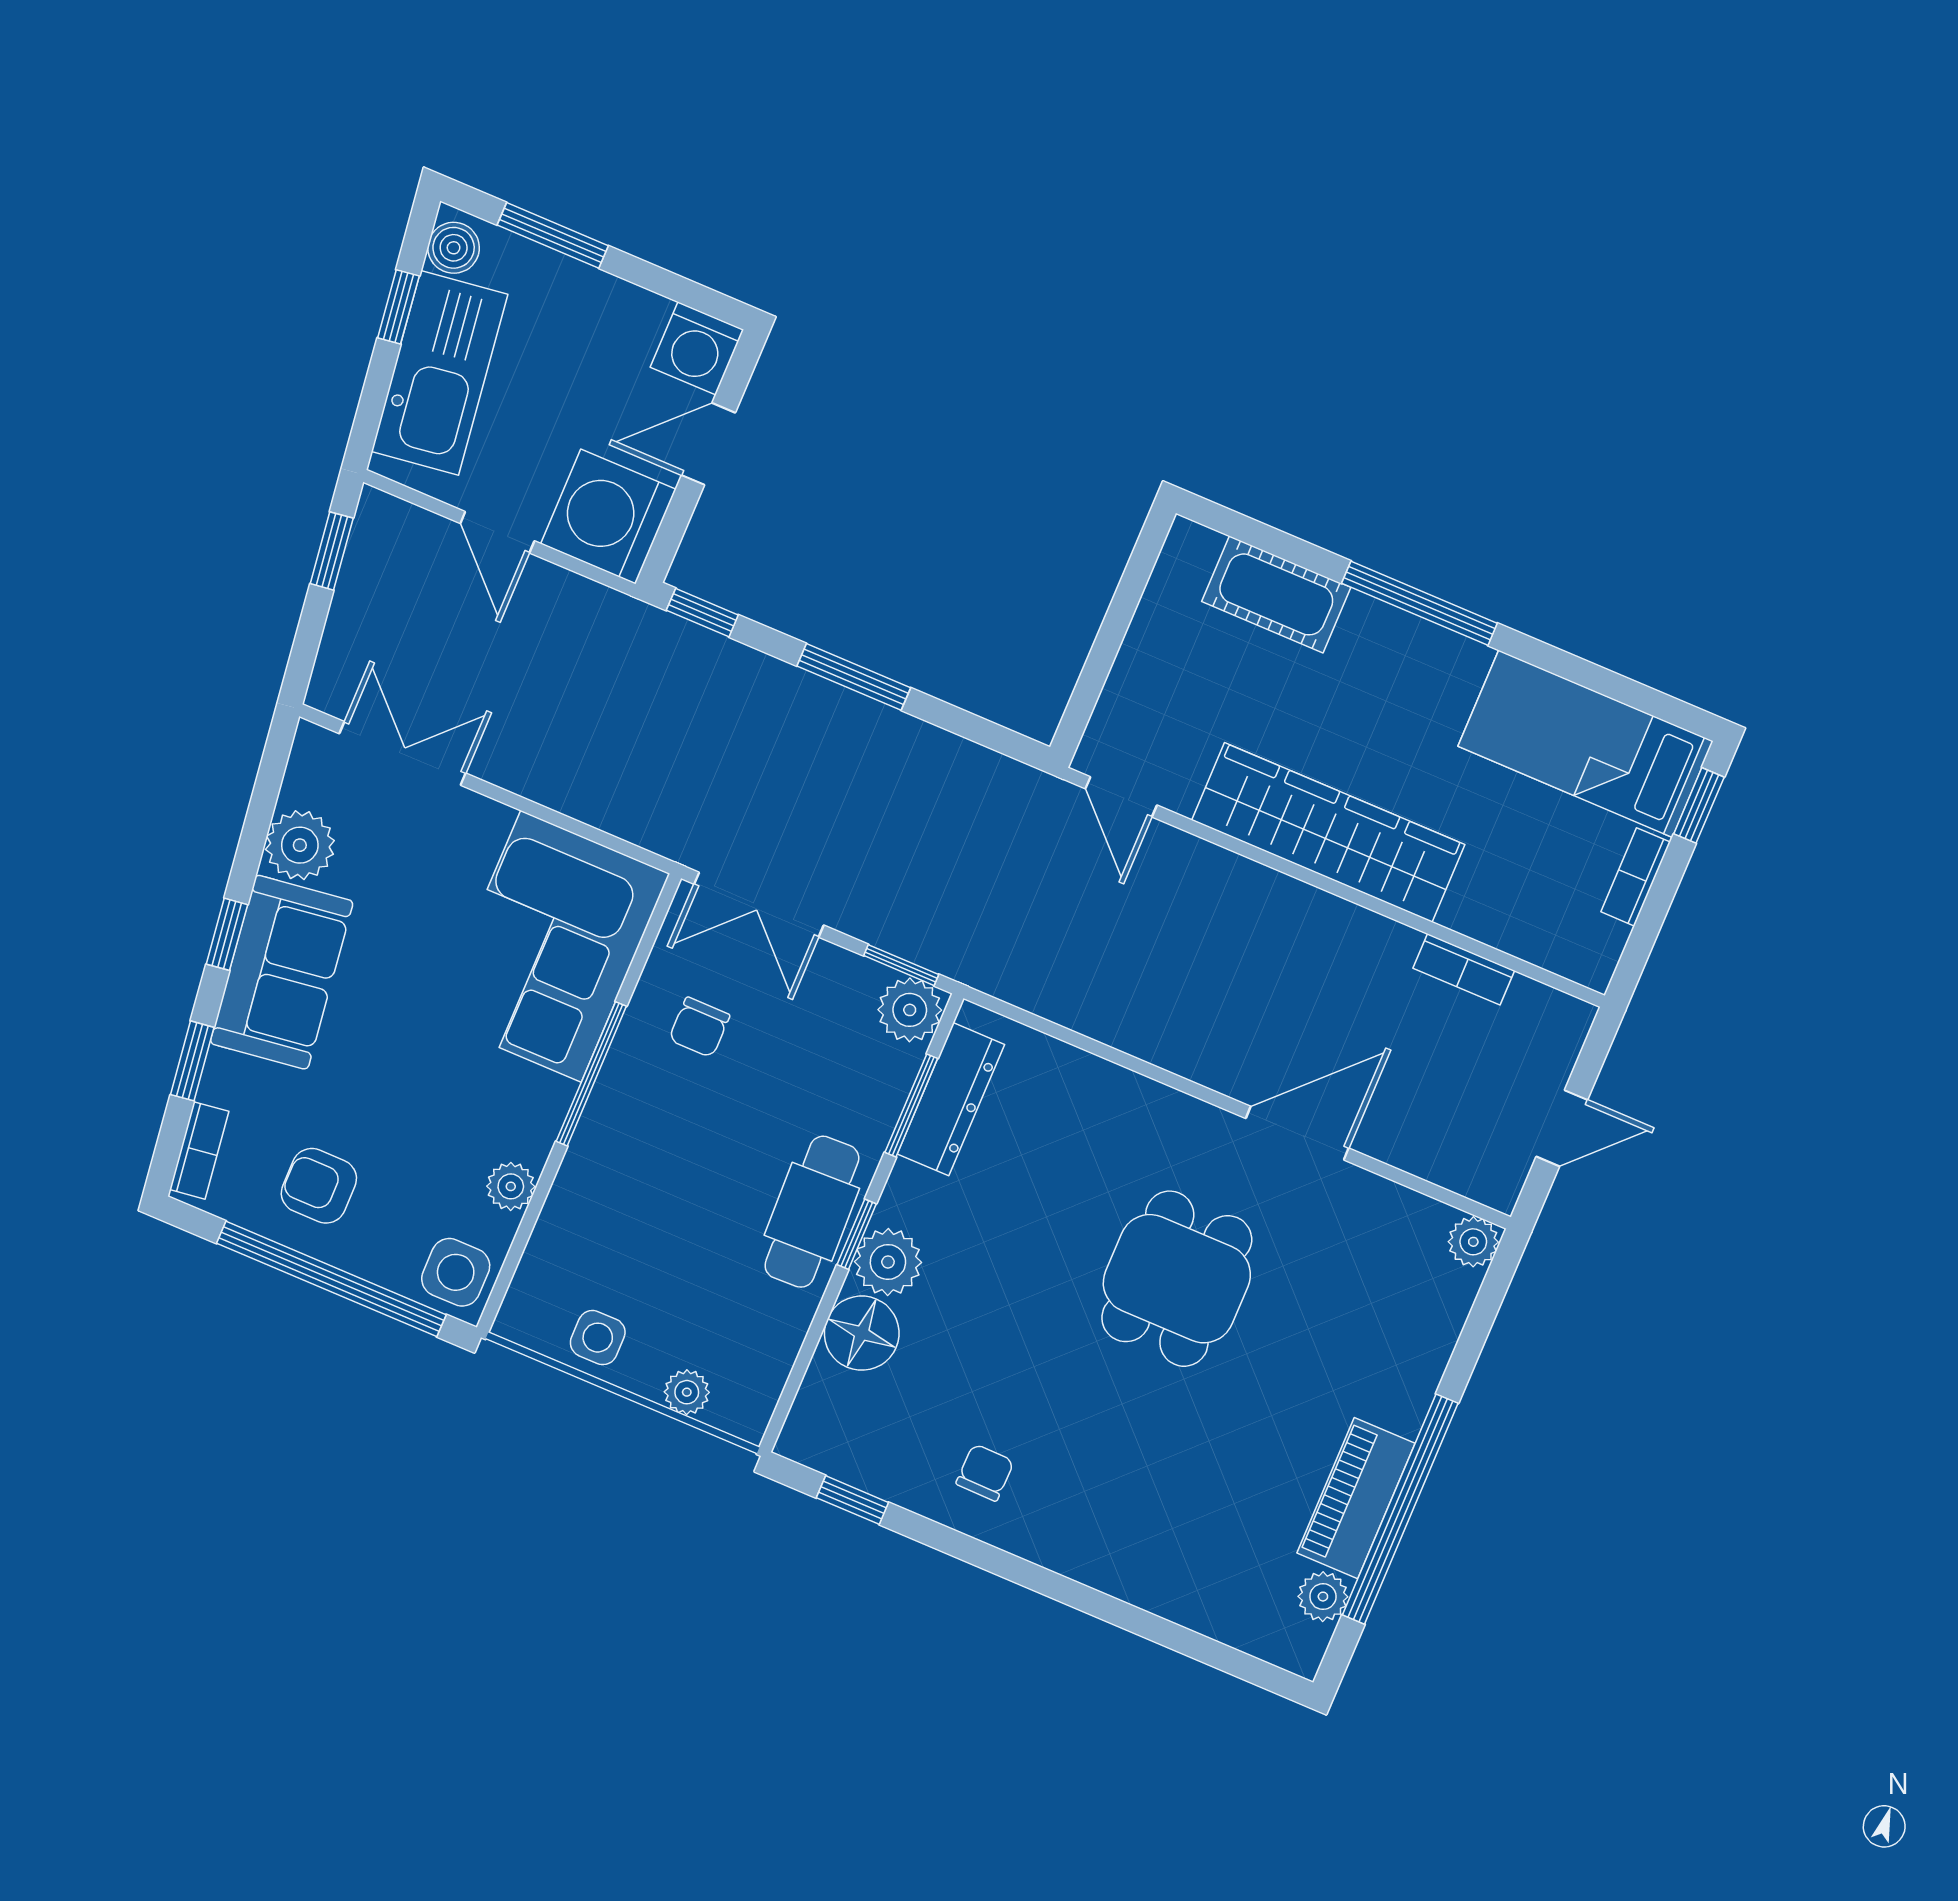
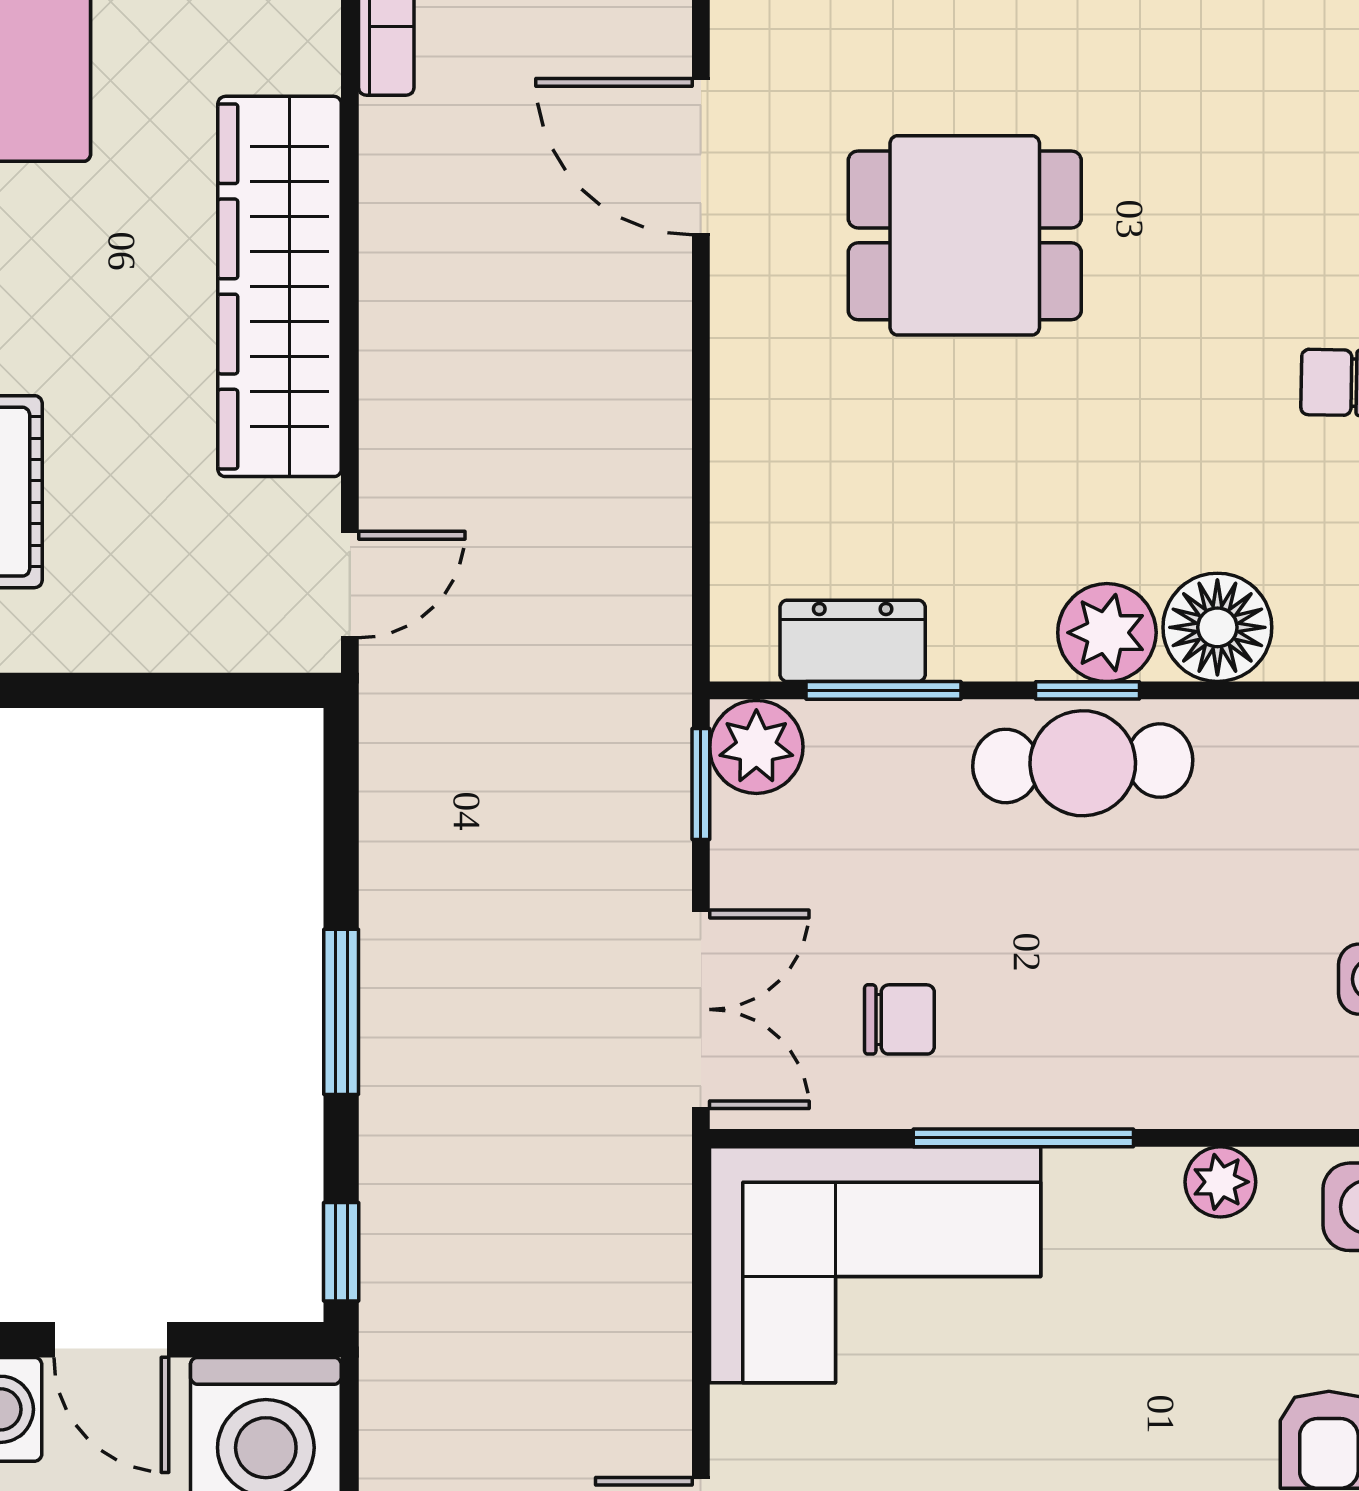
dresser: (951, 1099) -> (853, 641), width x0.70

